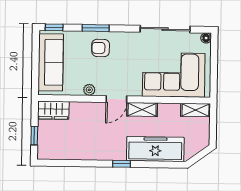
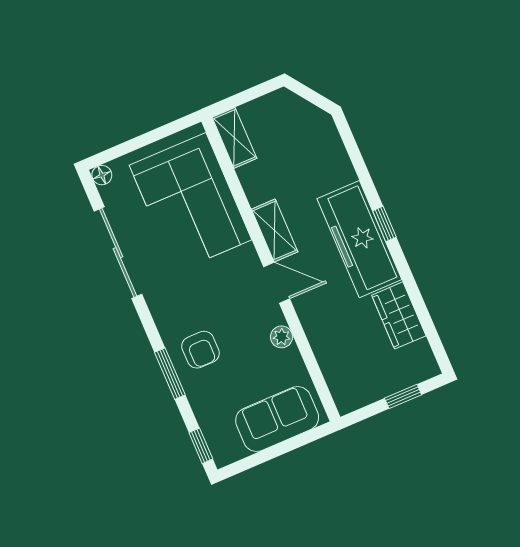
sofa: (51, 62) -> (277, 419), width x0.73
wardrobe: (53, 110) -> (399, 315), moved, turned 180
freezer: (155, 149) -> (359, 239), moved

